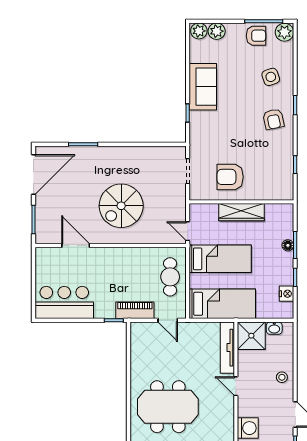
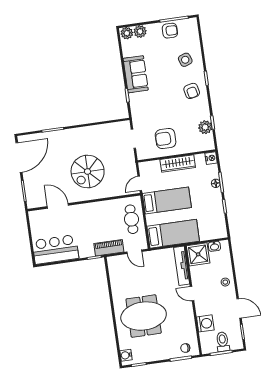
plant: (284, 32) -> (205, 127), moved
door: (188, 231) -> (140, 183), hinge flipped
nightstand: (286, 294) -> (211, 158), moved

